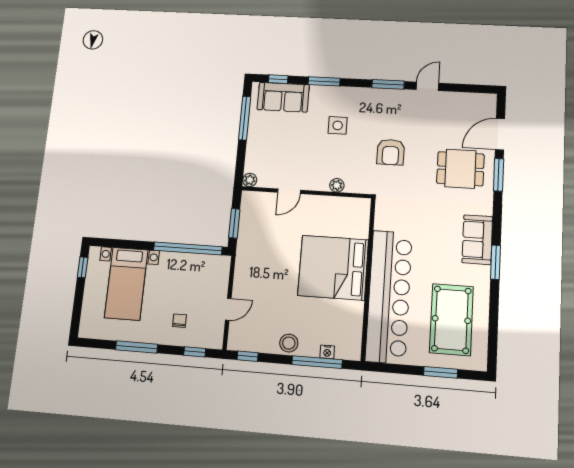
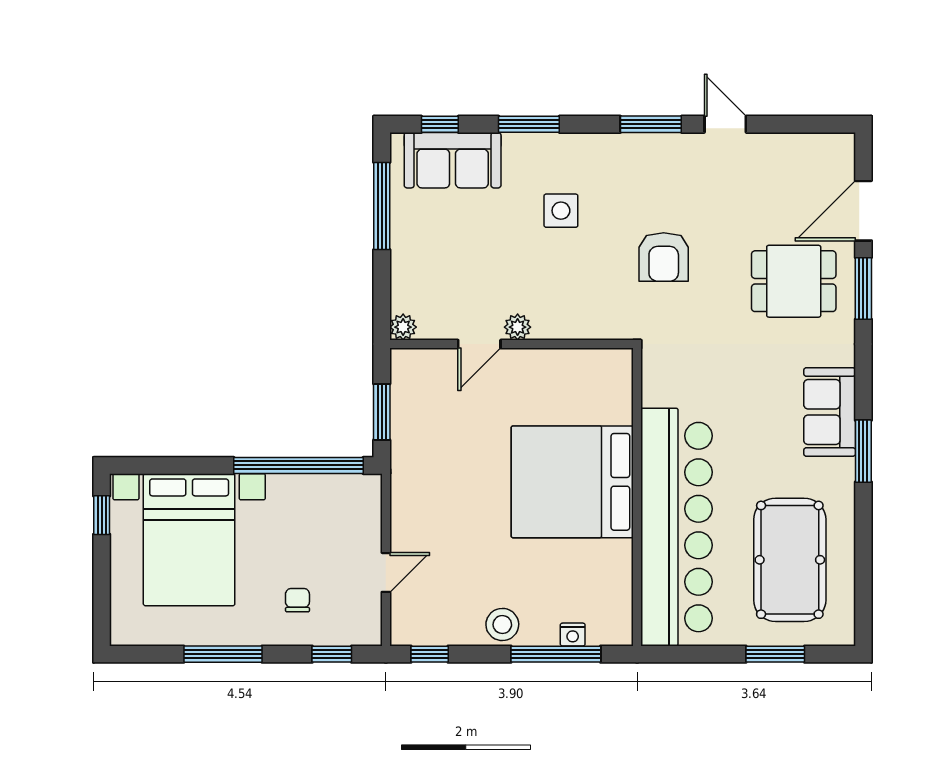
door: (427, 86) -> (725, 124), hinge flipped
plant: (337, 185) -> (518, 327), moved
bed with nightstands: (126, 284) -> (189, 540), width x1.36

